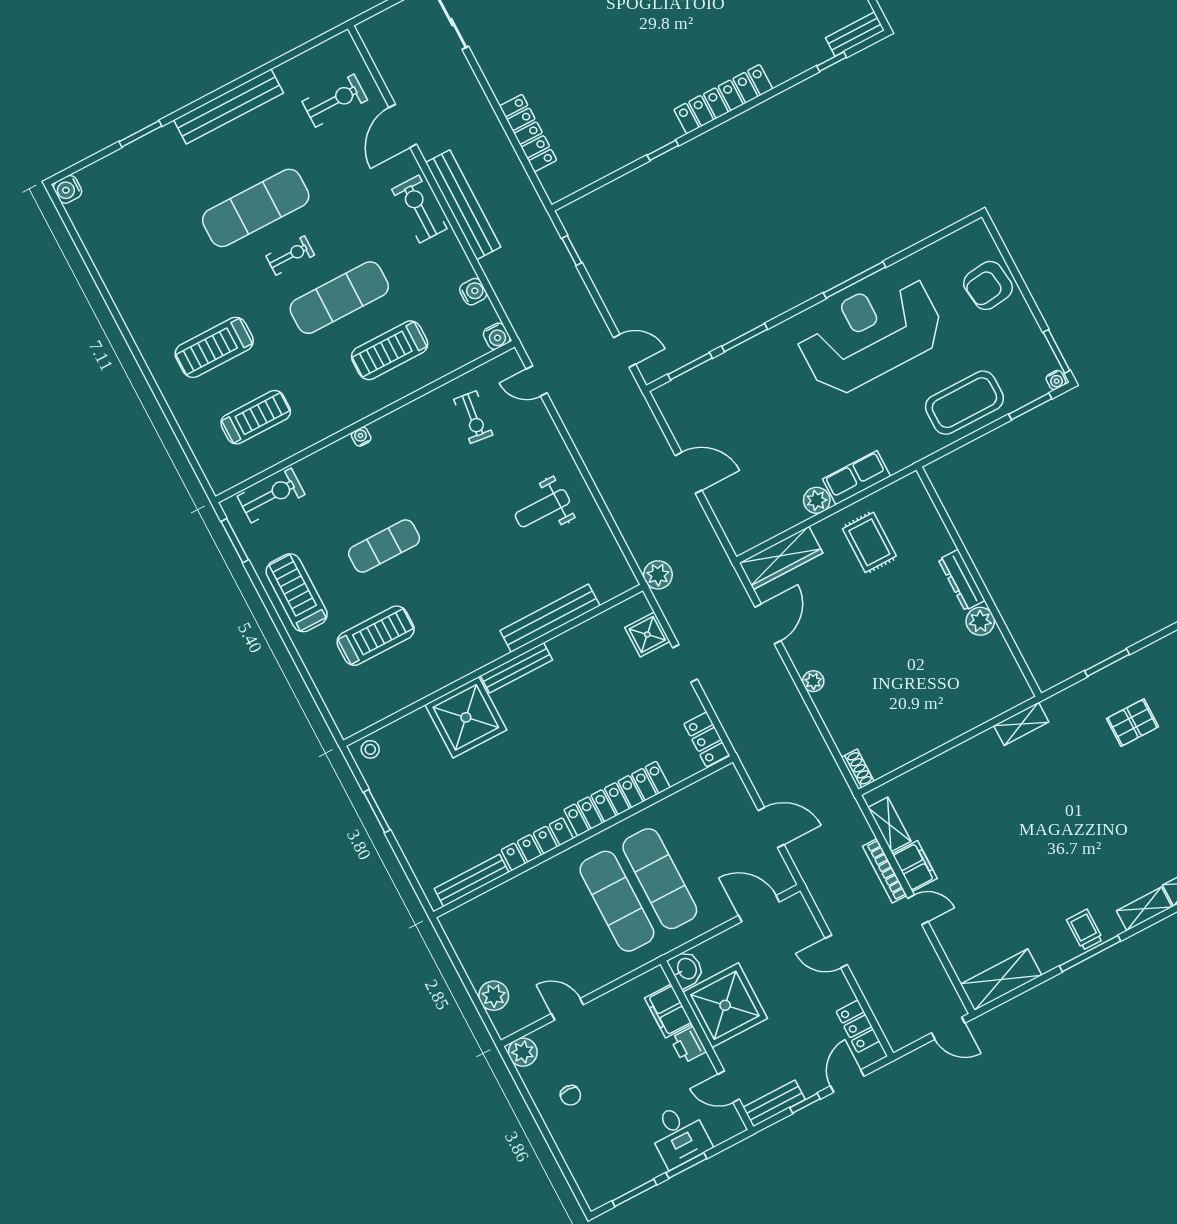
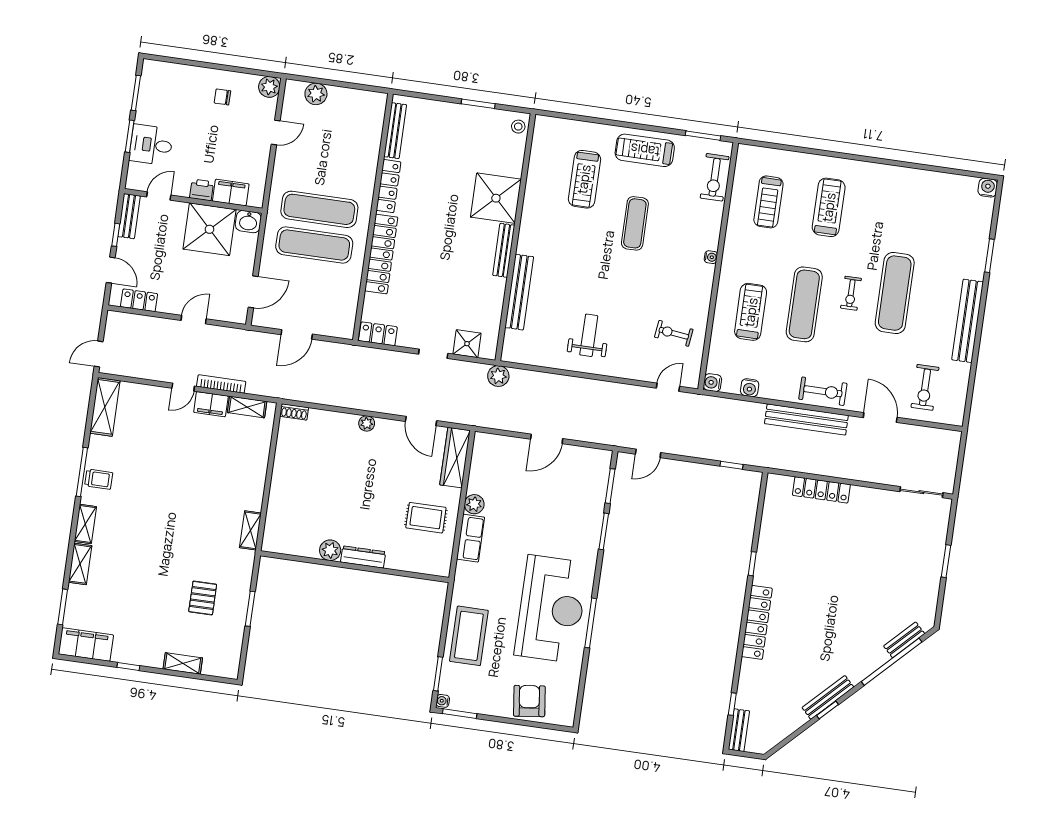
treadmill: (297, 593) -> (645, 150), turned 180

